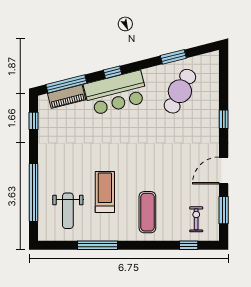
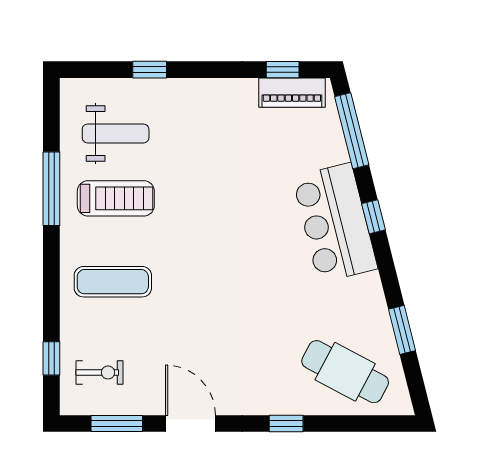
cafe table: (180, 91) -> (345, 372), moved
piano: (67, 97) -> (292, 93), moved, turned -76
window: (34, 192) -> (150, 70), width x0.32
treadmill: (105, 192) -> (116, 198), moved
weight bench: (68, 211) -> (116, 133), turned 180

